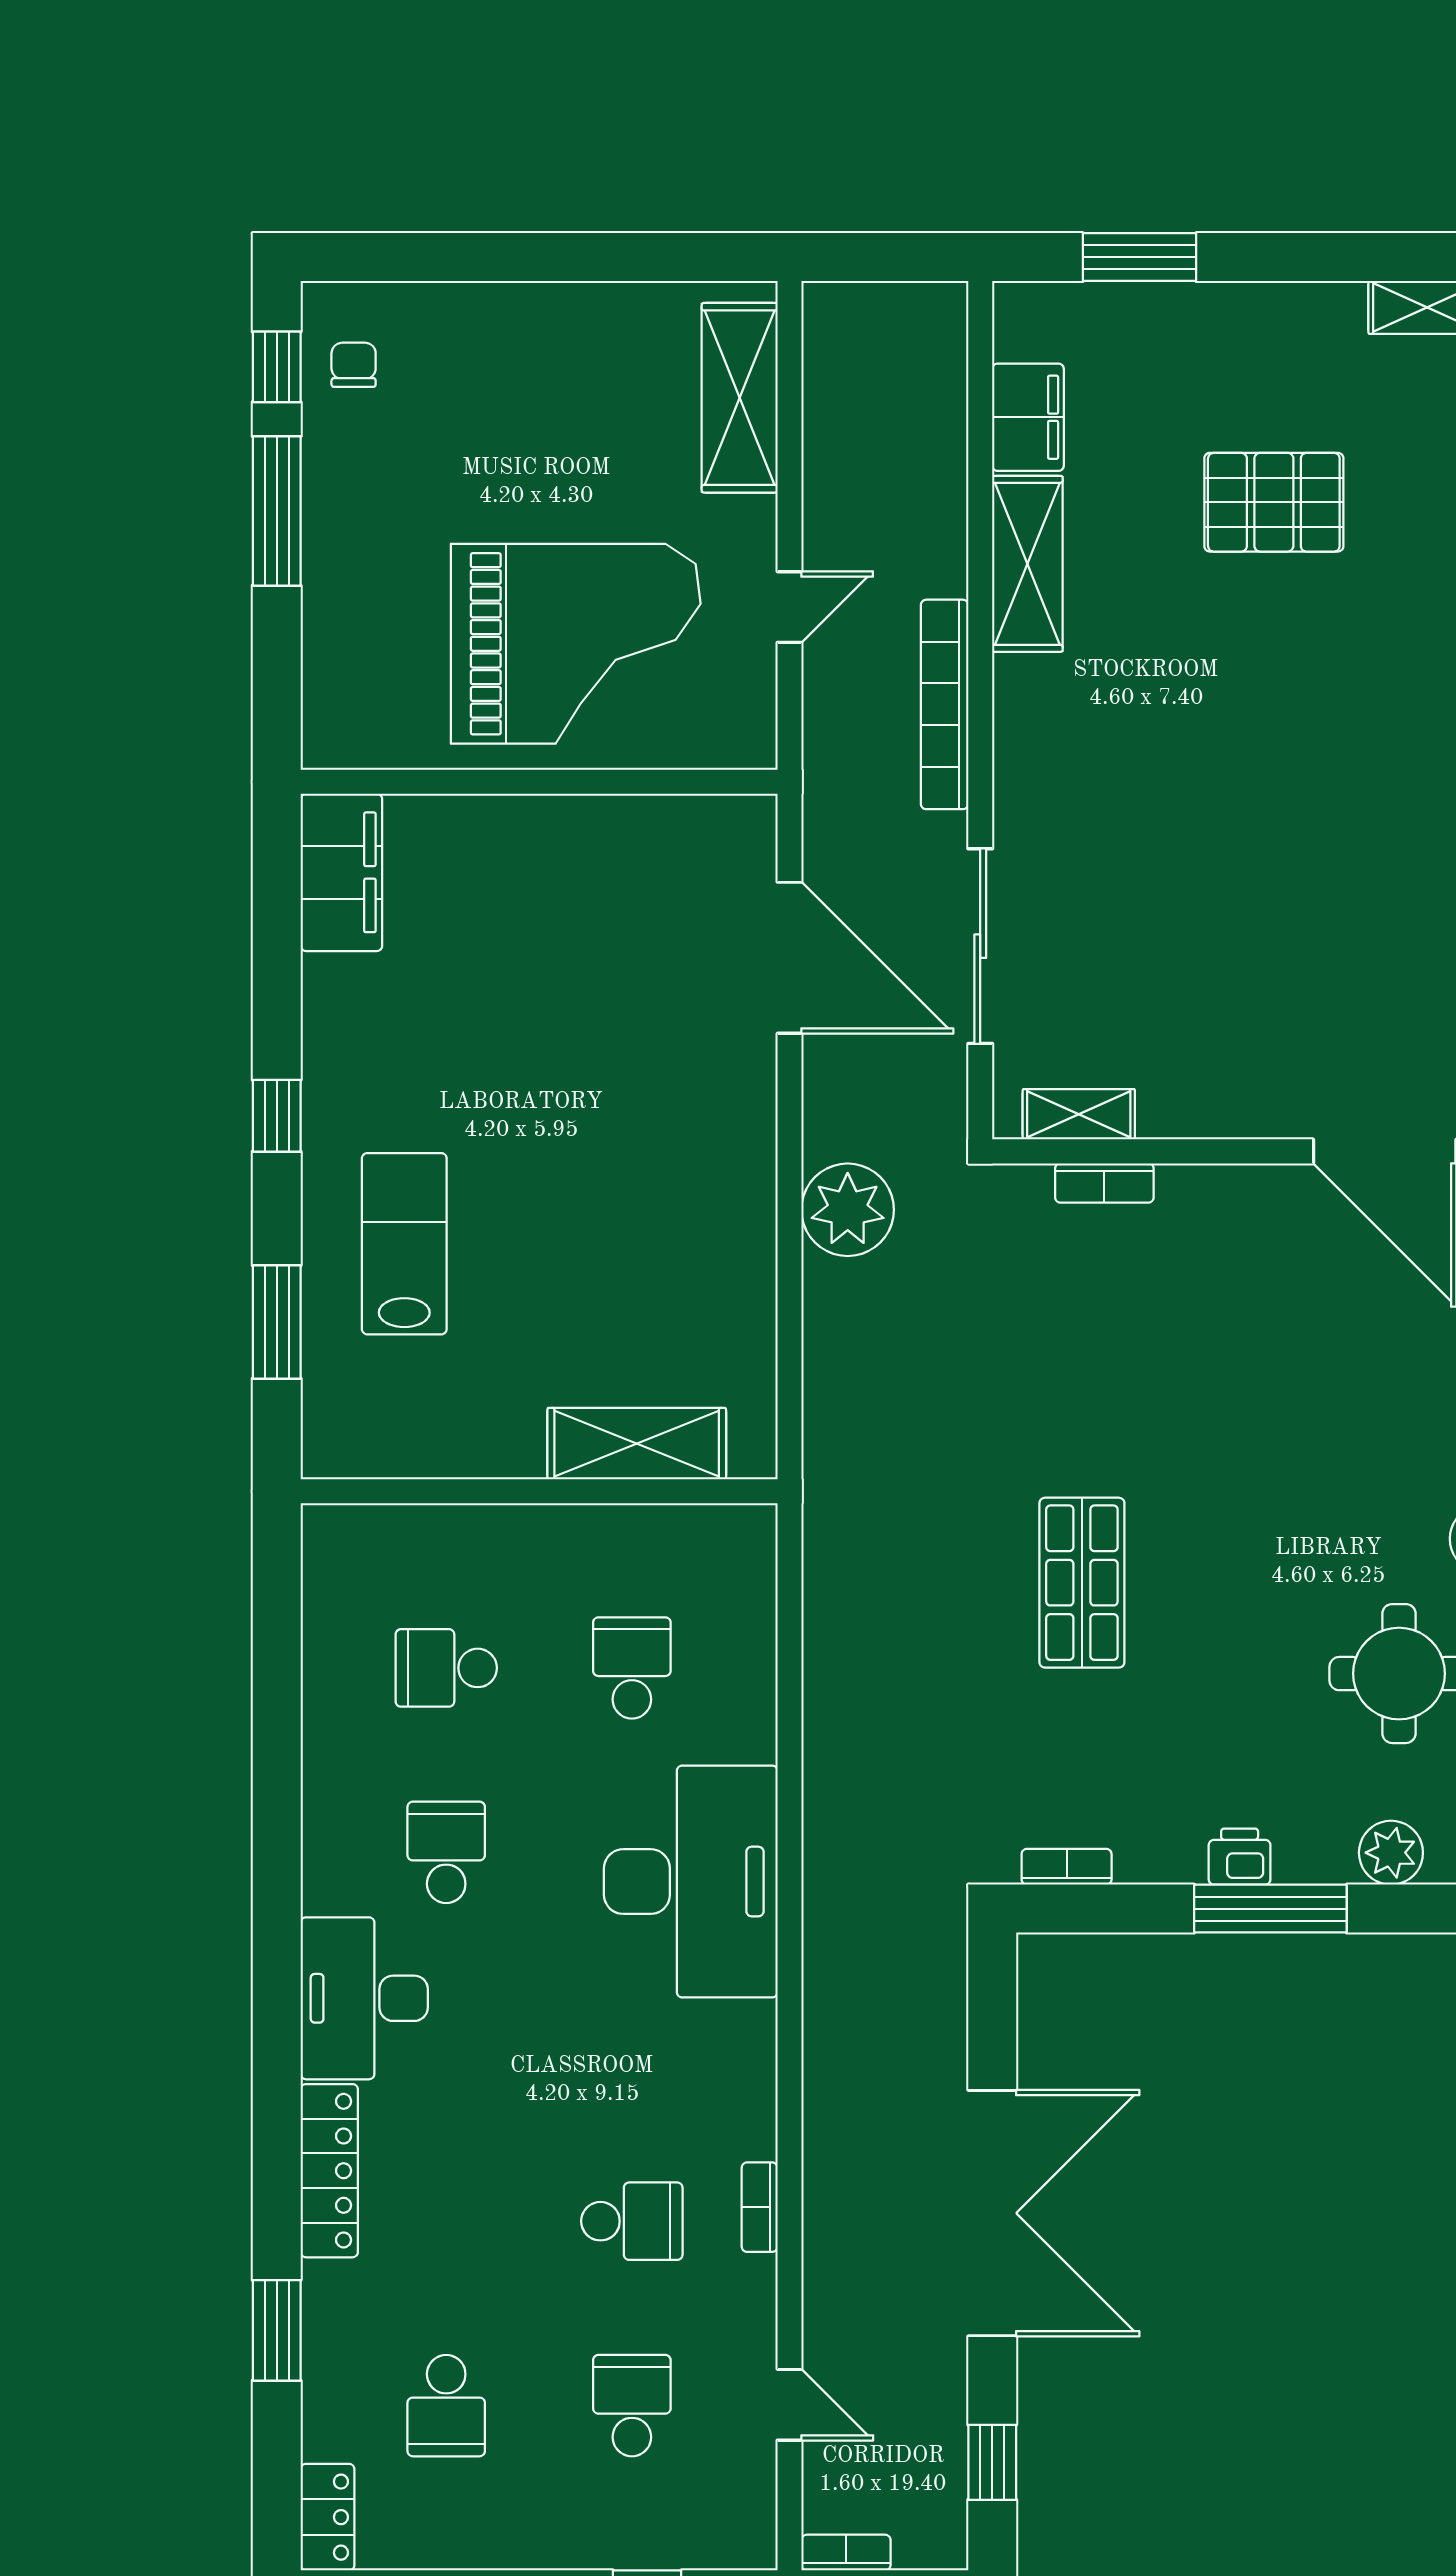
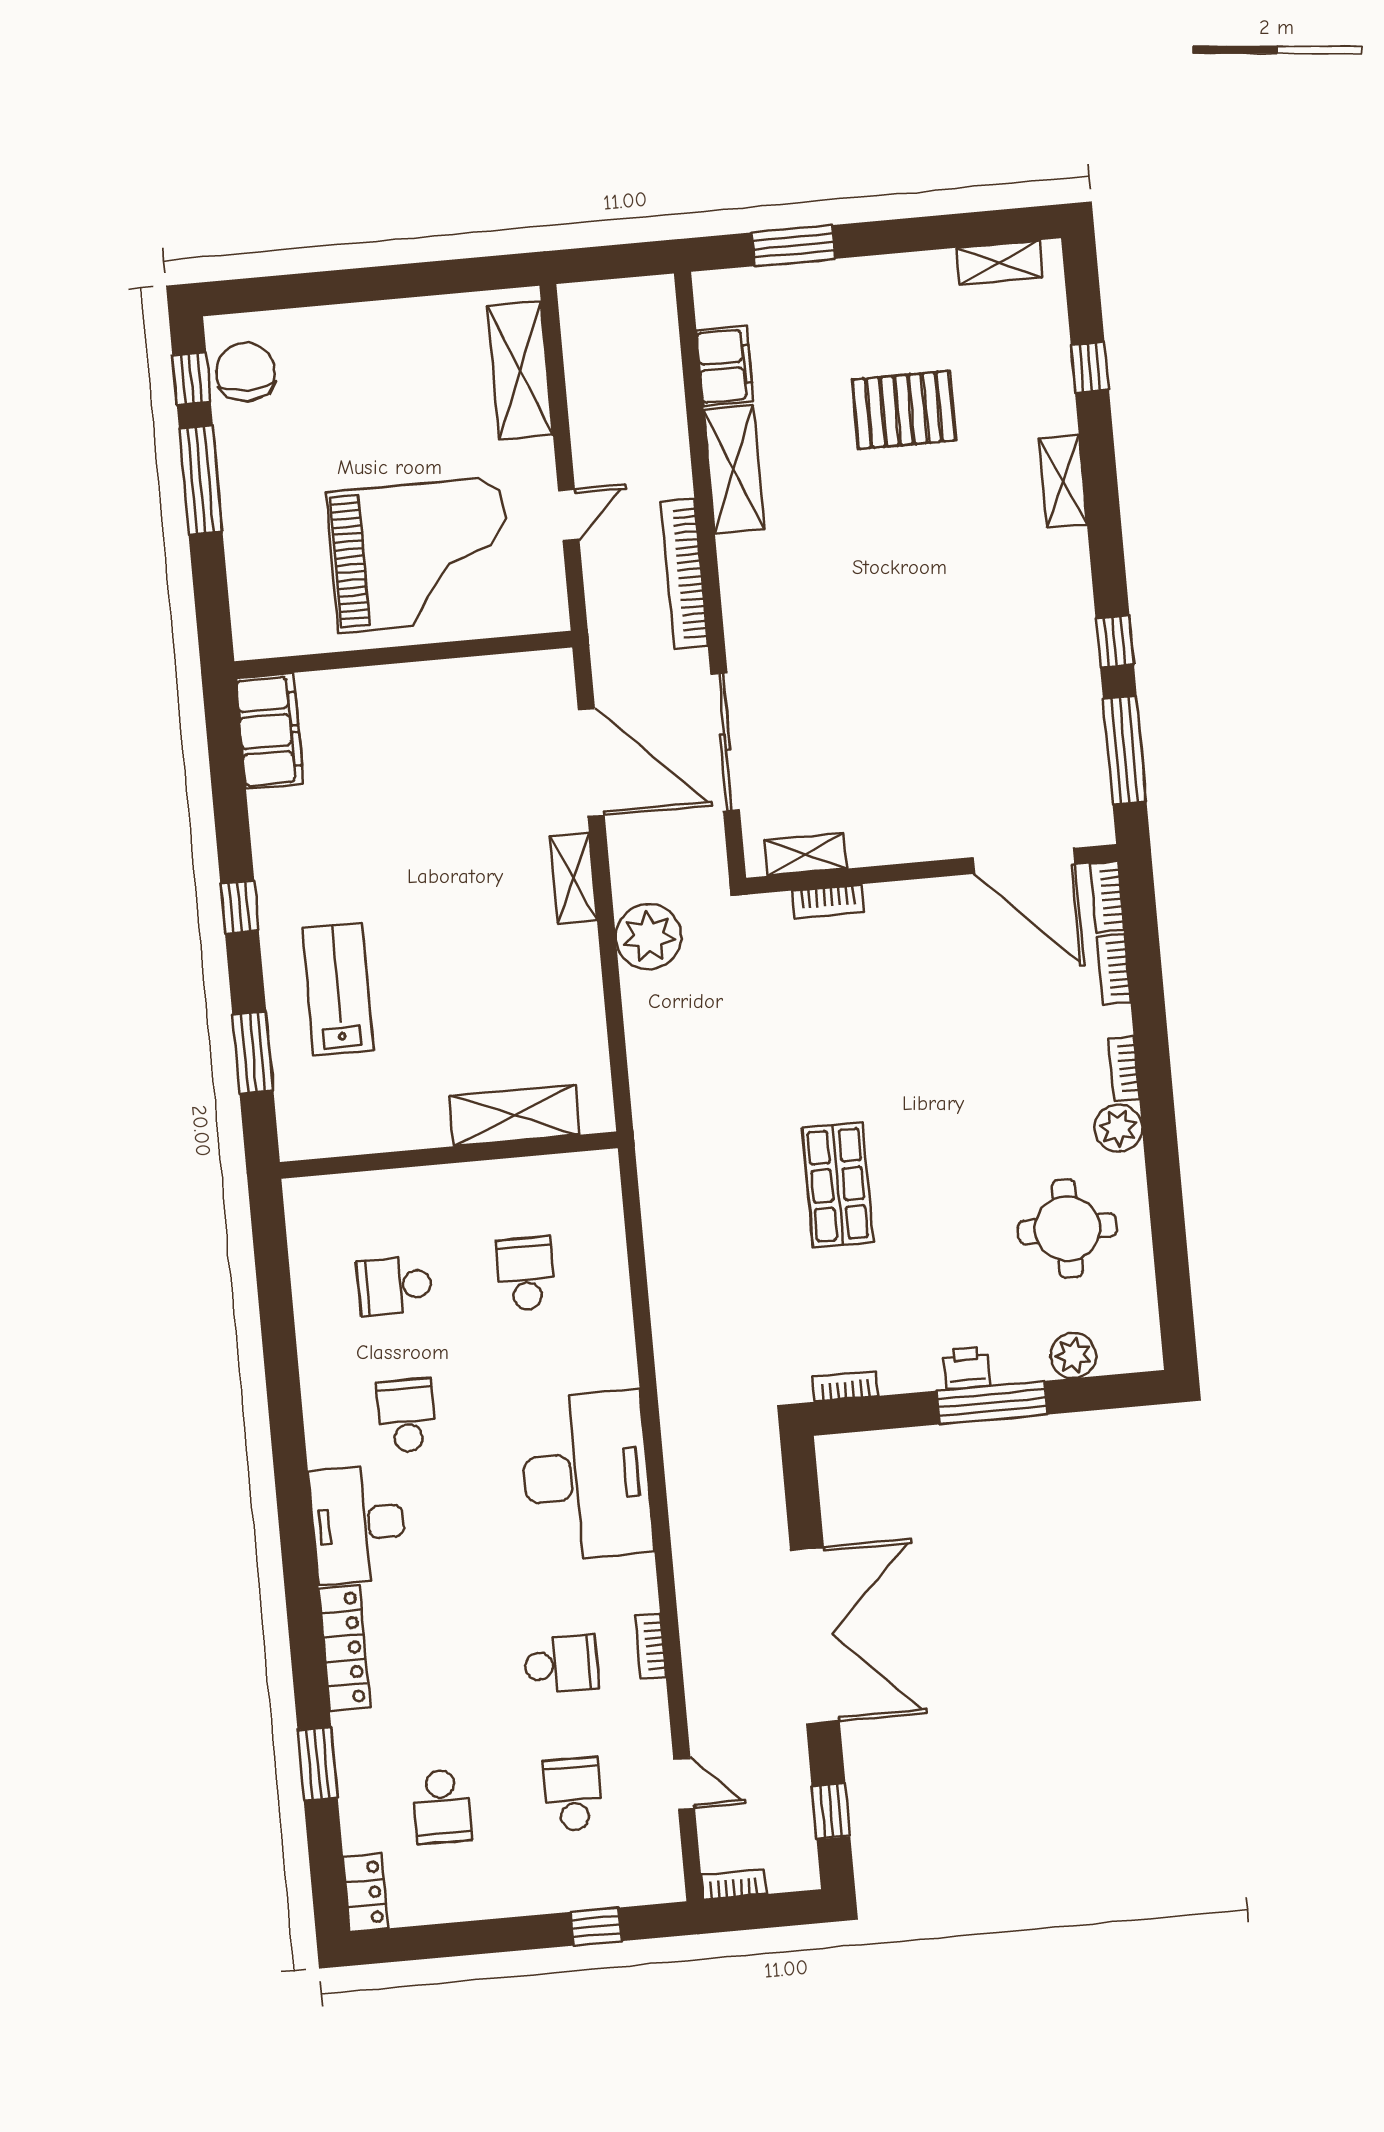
chair: (354, 365) -> (246, 372), width x1.87, depth x1.87
shelving: (750, 1118) -> (573, 878), added
desk: (691, 1882) -> (586, 1476), moved

